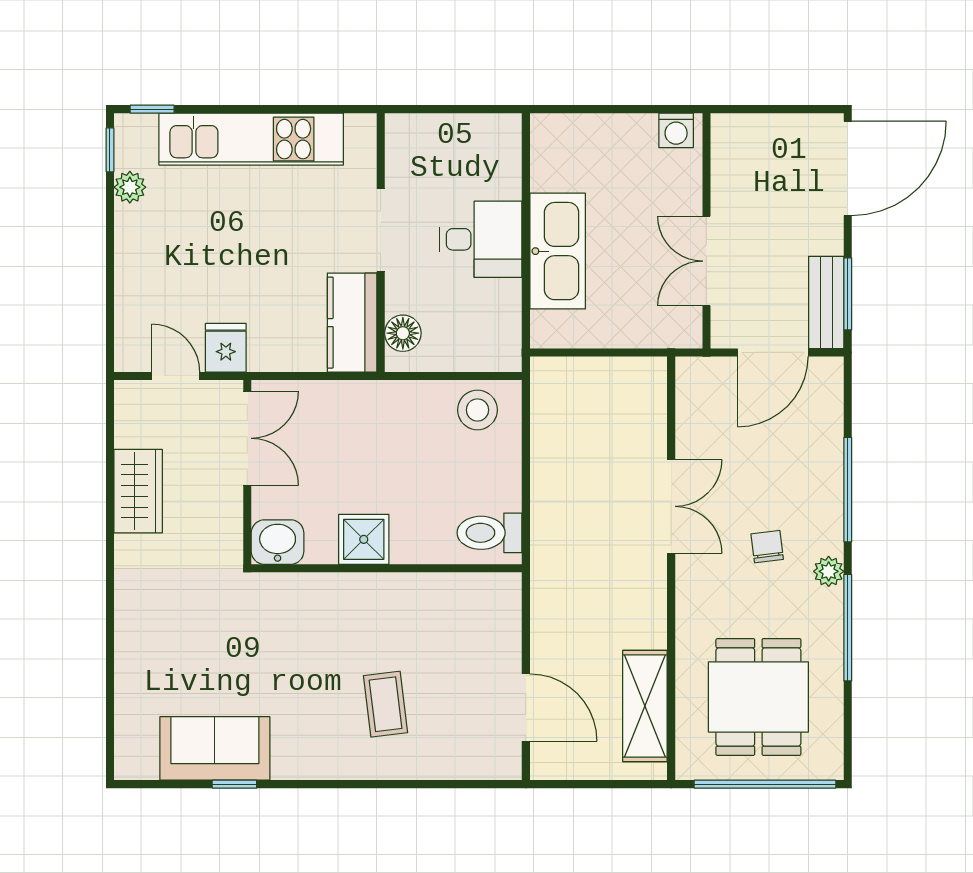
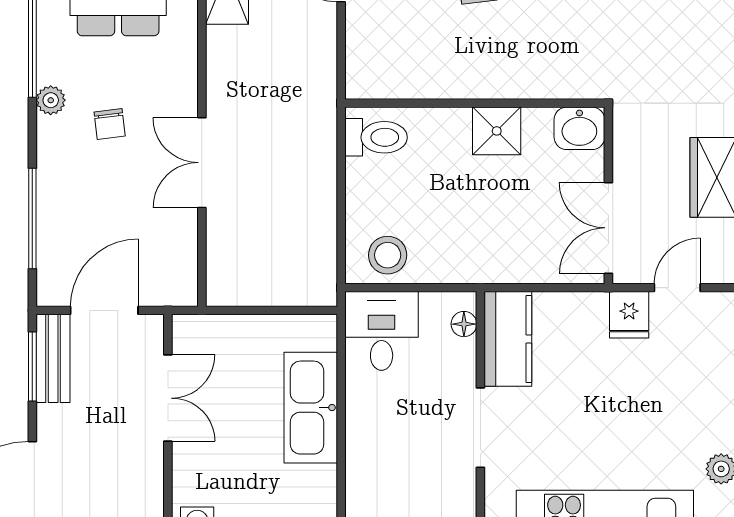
desk: (481, 239) -> (382, 331), moved, turned 90
floor lamp: (403, 333) -> (464, 324), width x0.73, depth x0.73
door: (176, 376) -> (677, 288), swing flipped
window: (848, 490) -> (32, 219), moved

